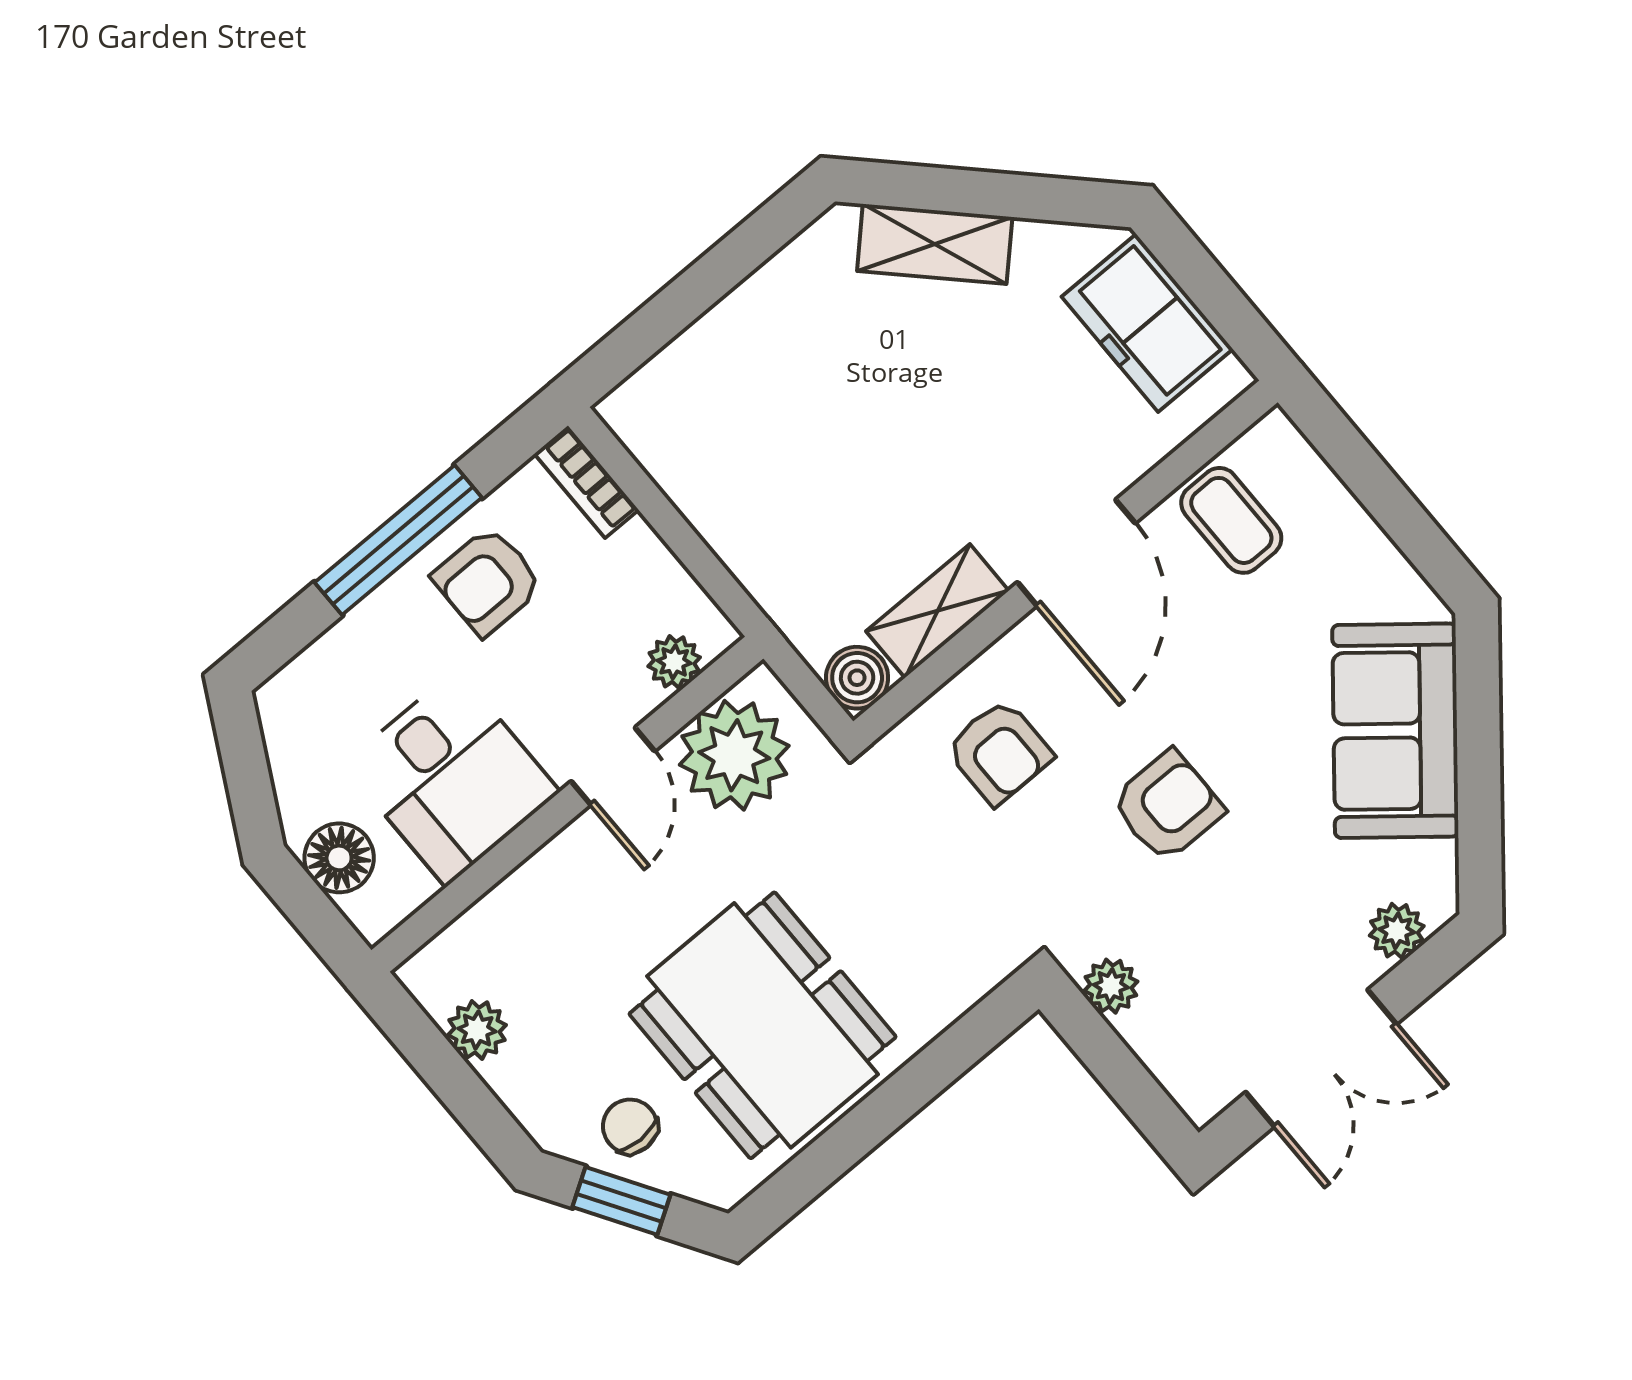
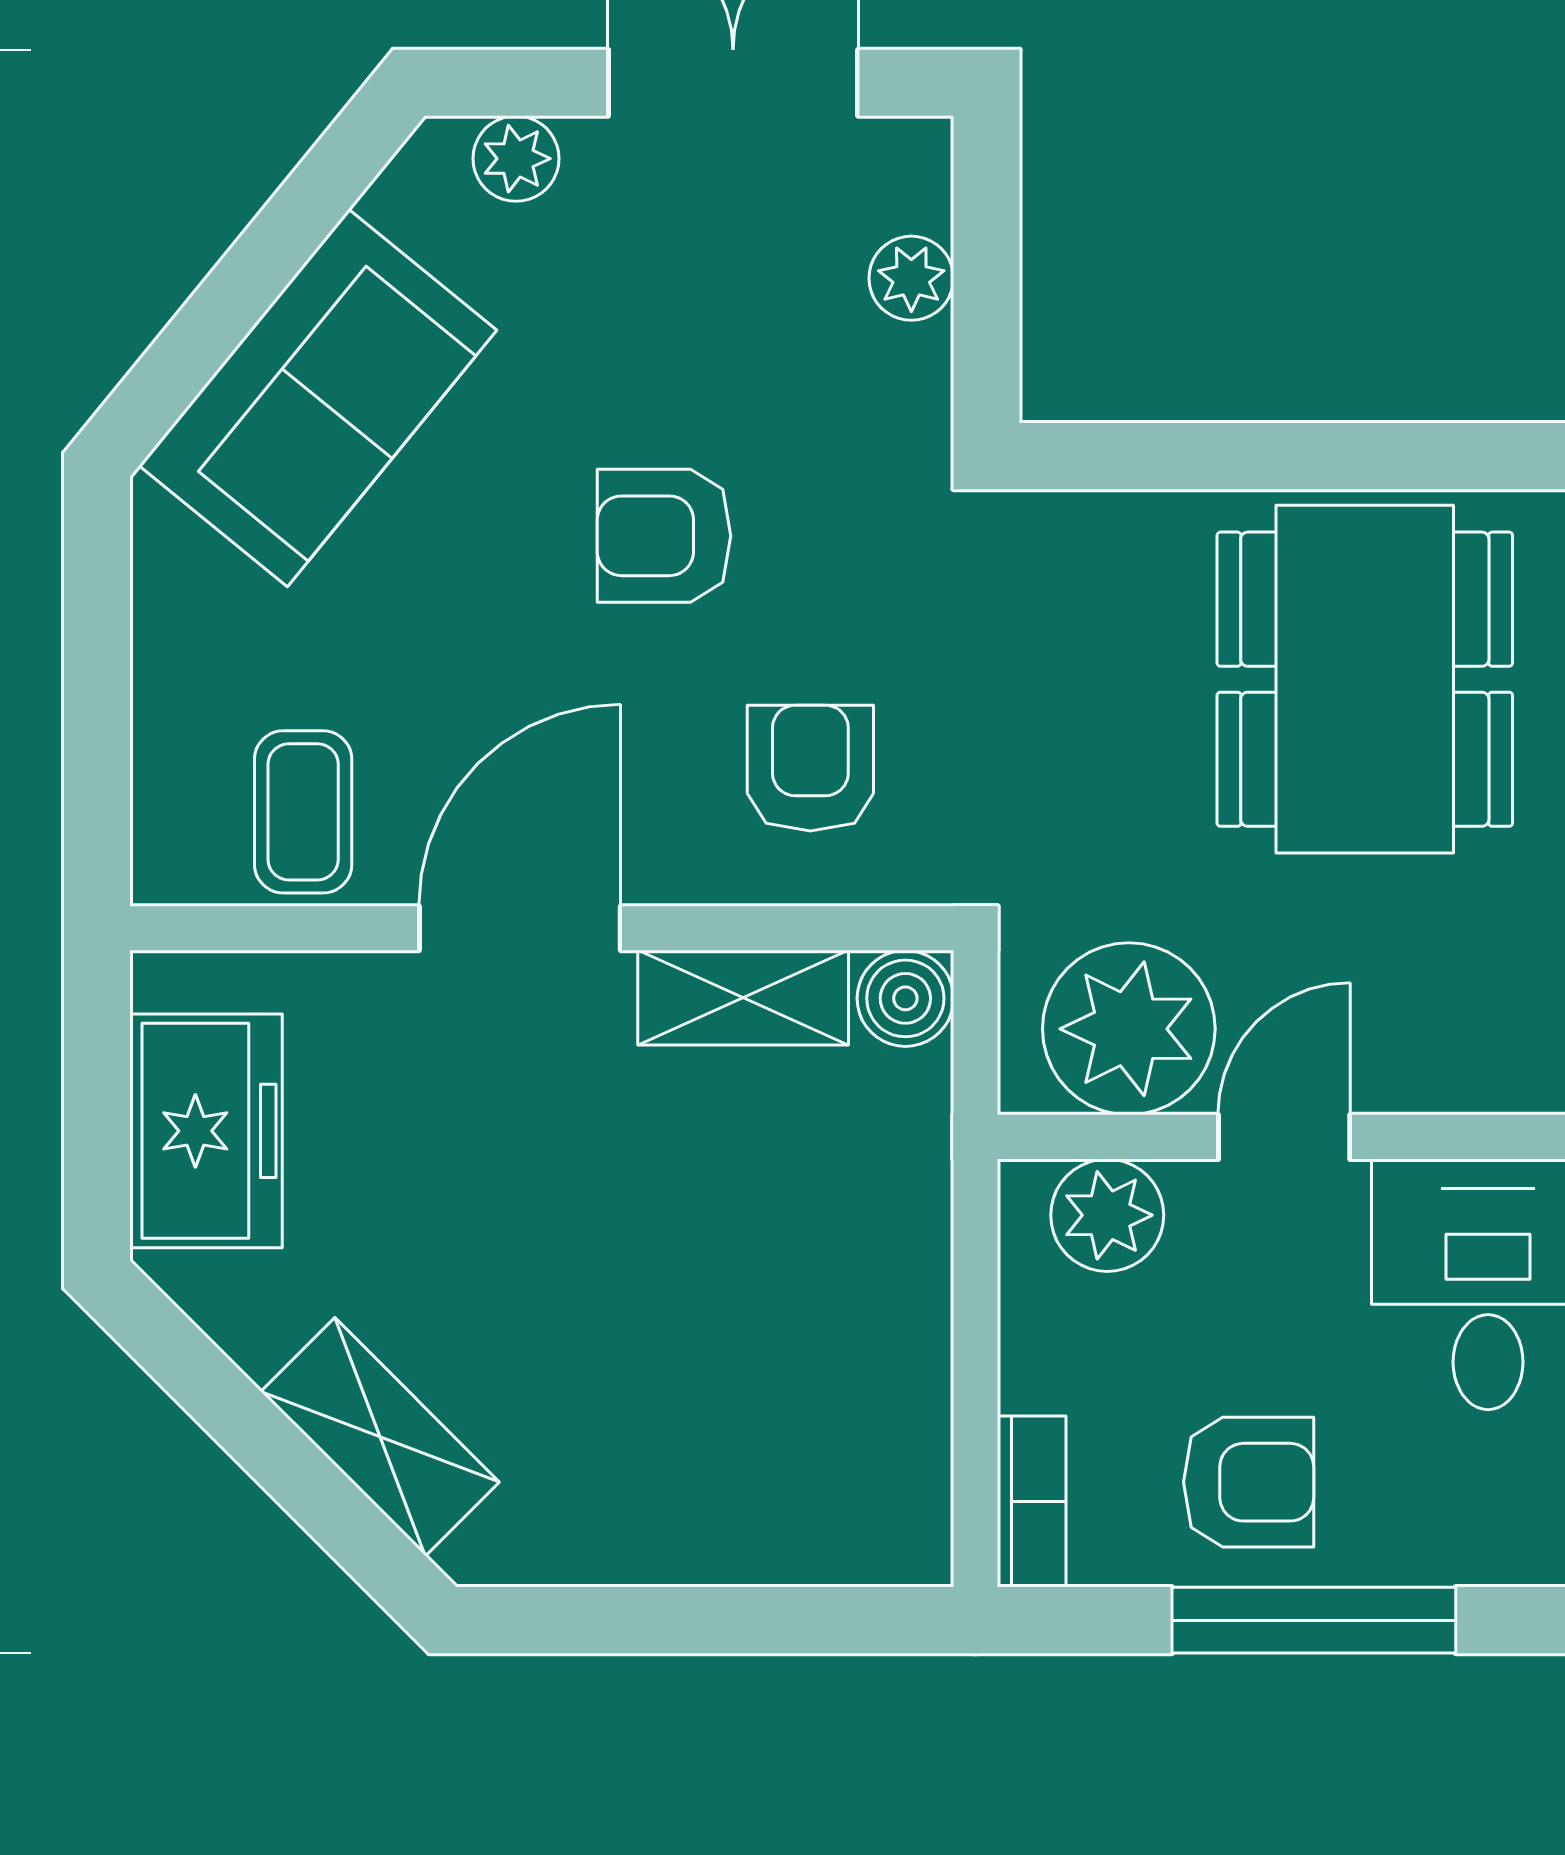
plant: (674, 662) -> (1107, 1215), width x1.38, depth x1.38
plant: (1111, 986) -> (911, 278), moved

